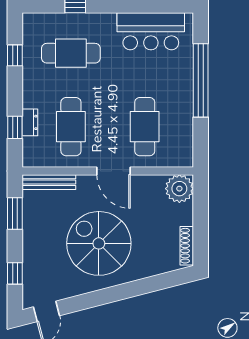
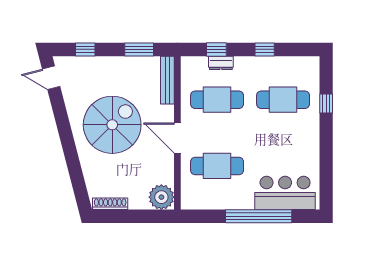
bar counter: (151, 31) -> (285, 193), moved, turned 90
cafe table: (71, 53) -> (283, 100), turned 90
window: (15, 55) -> (265, 49), moved
door: (114, 171) -> (177, 138), hinge flipped

